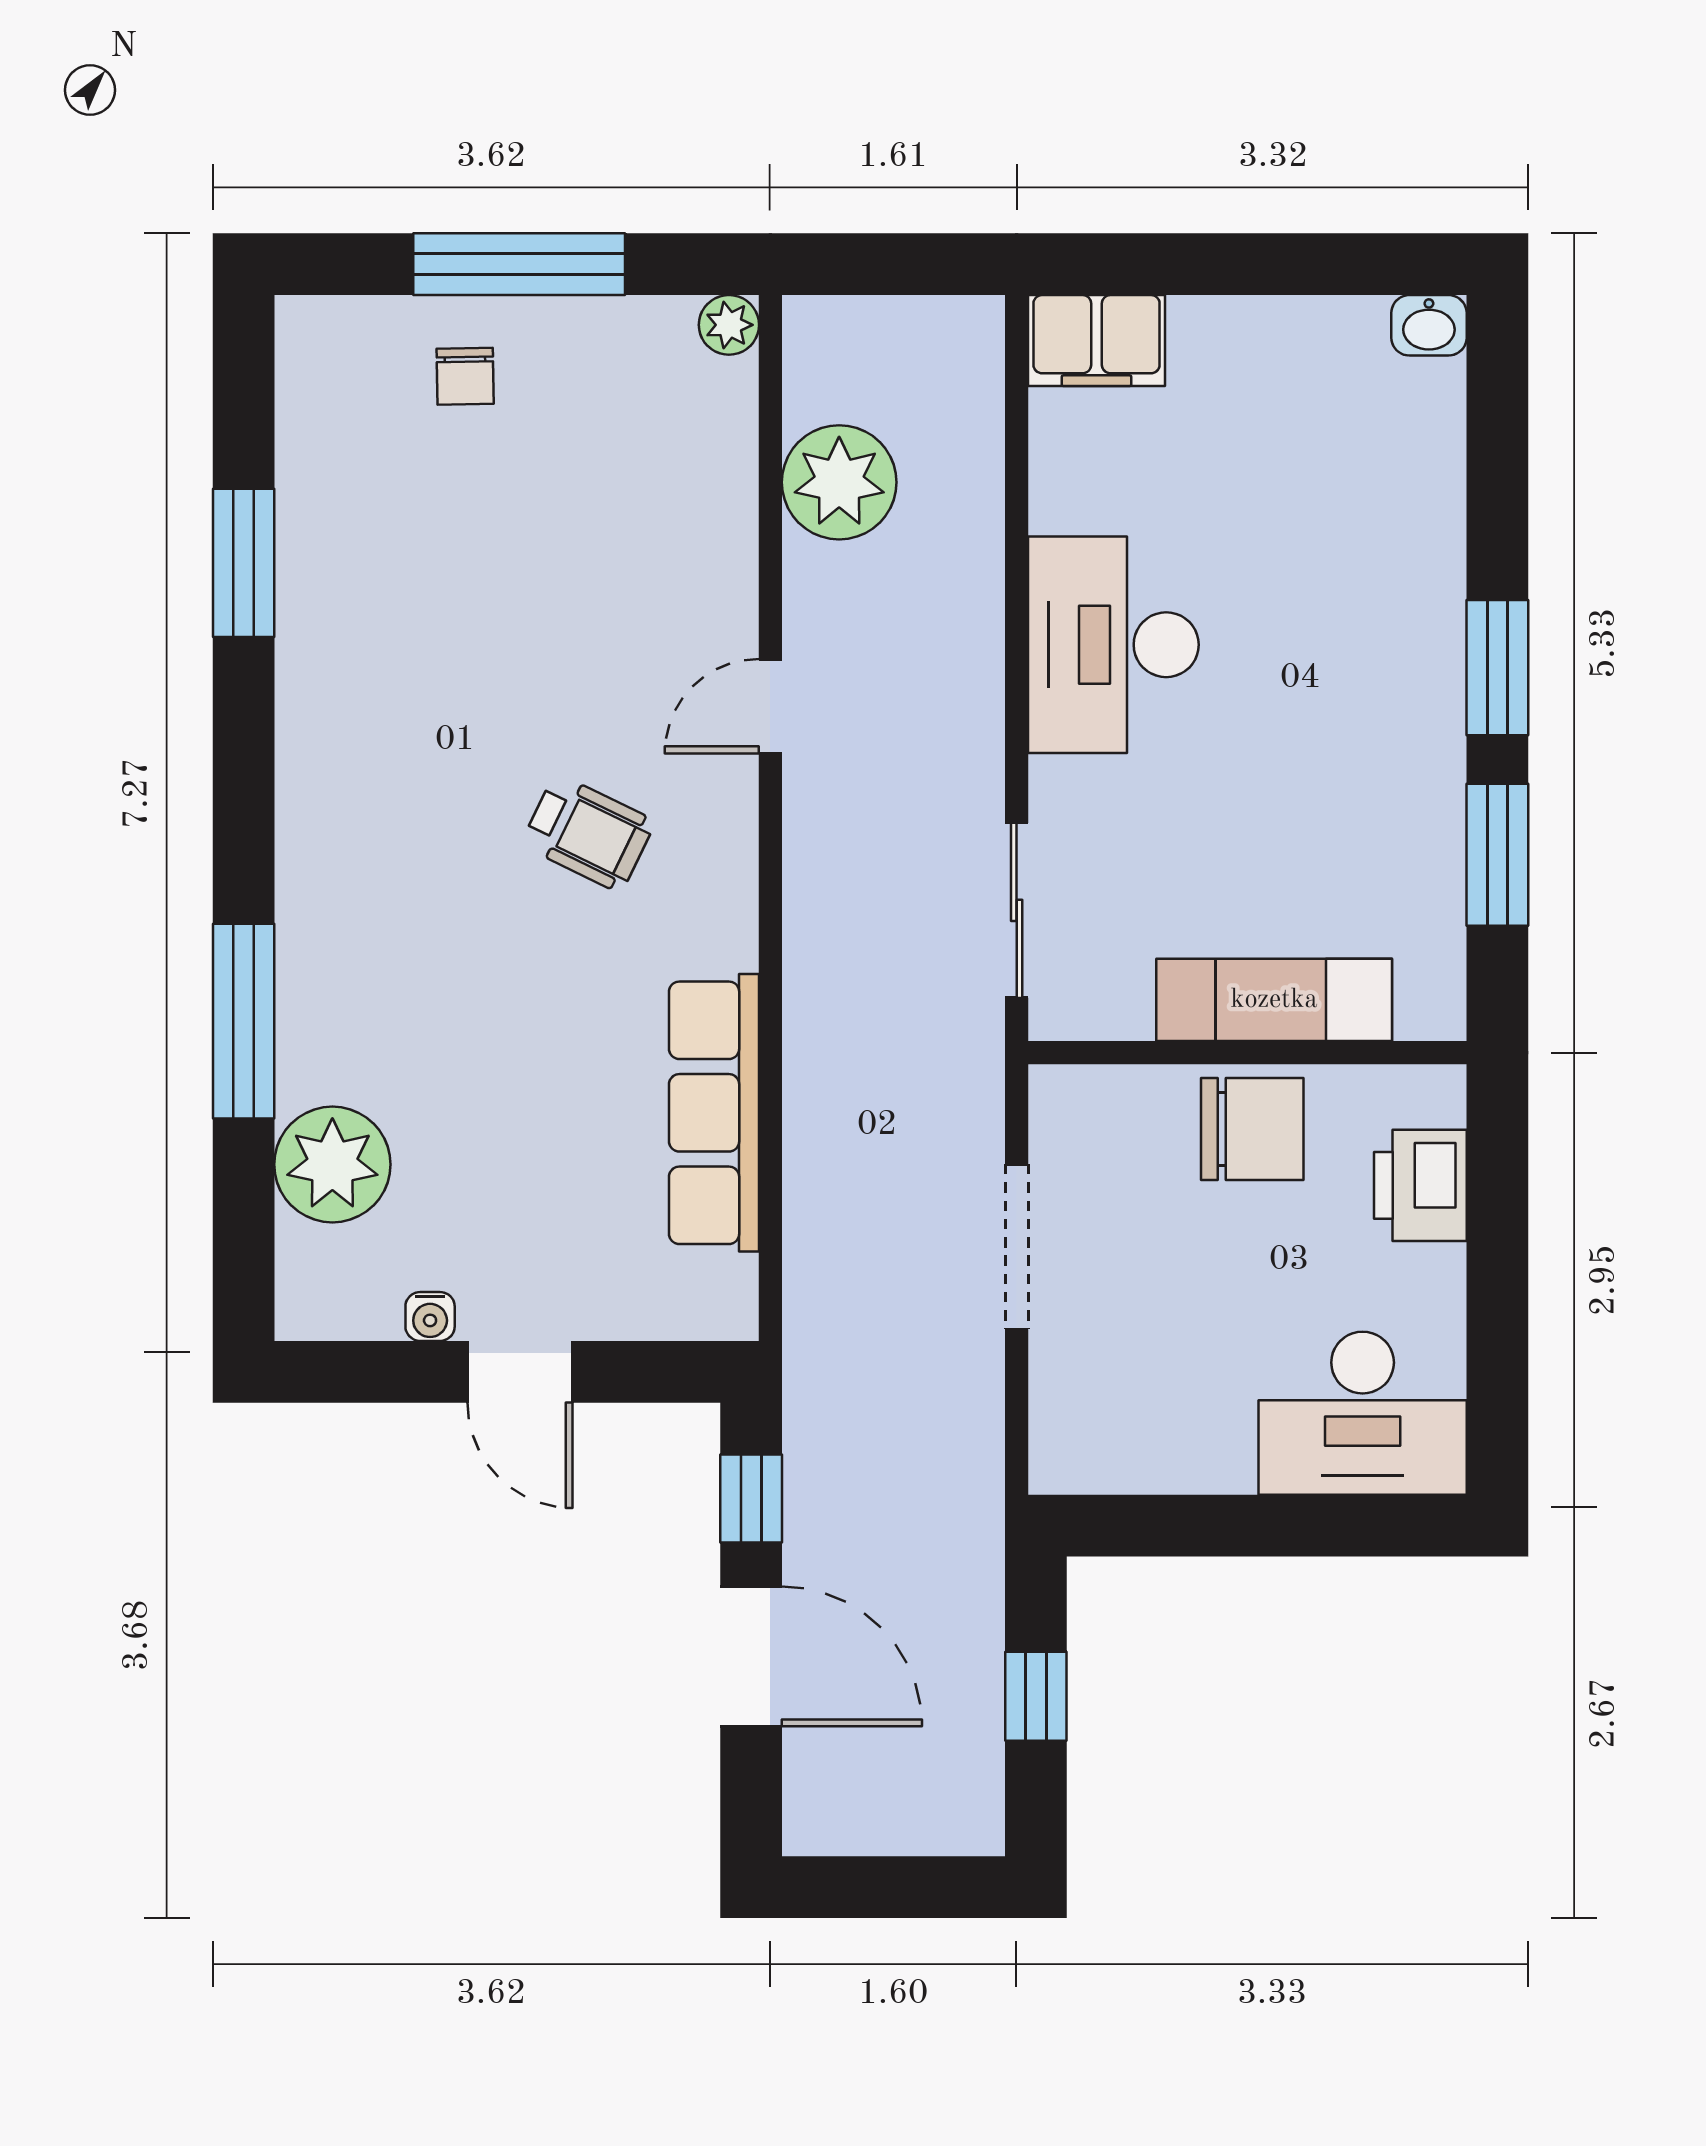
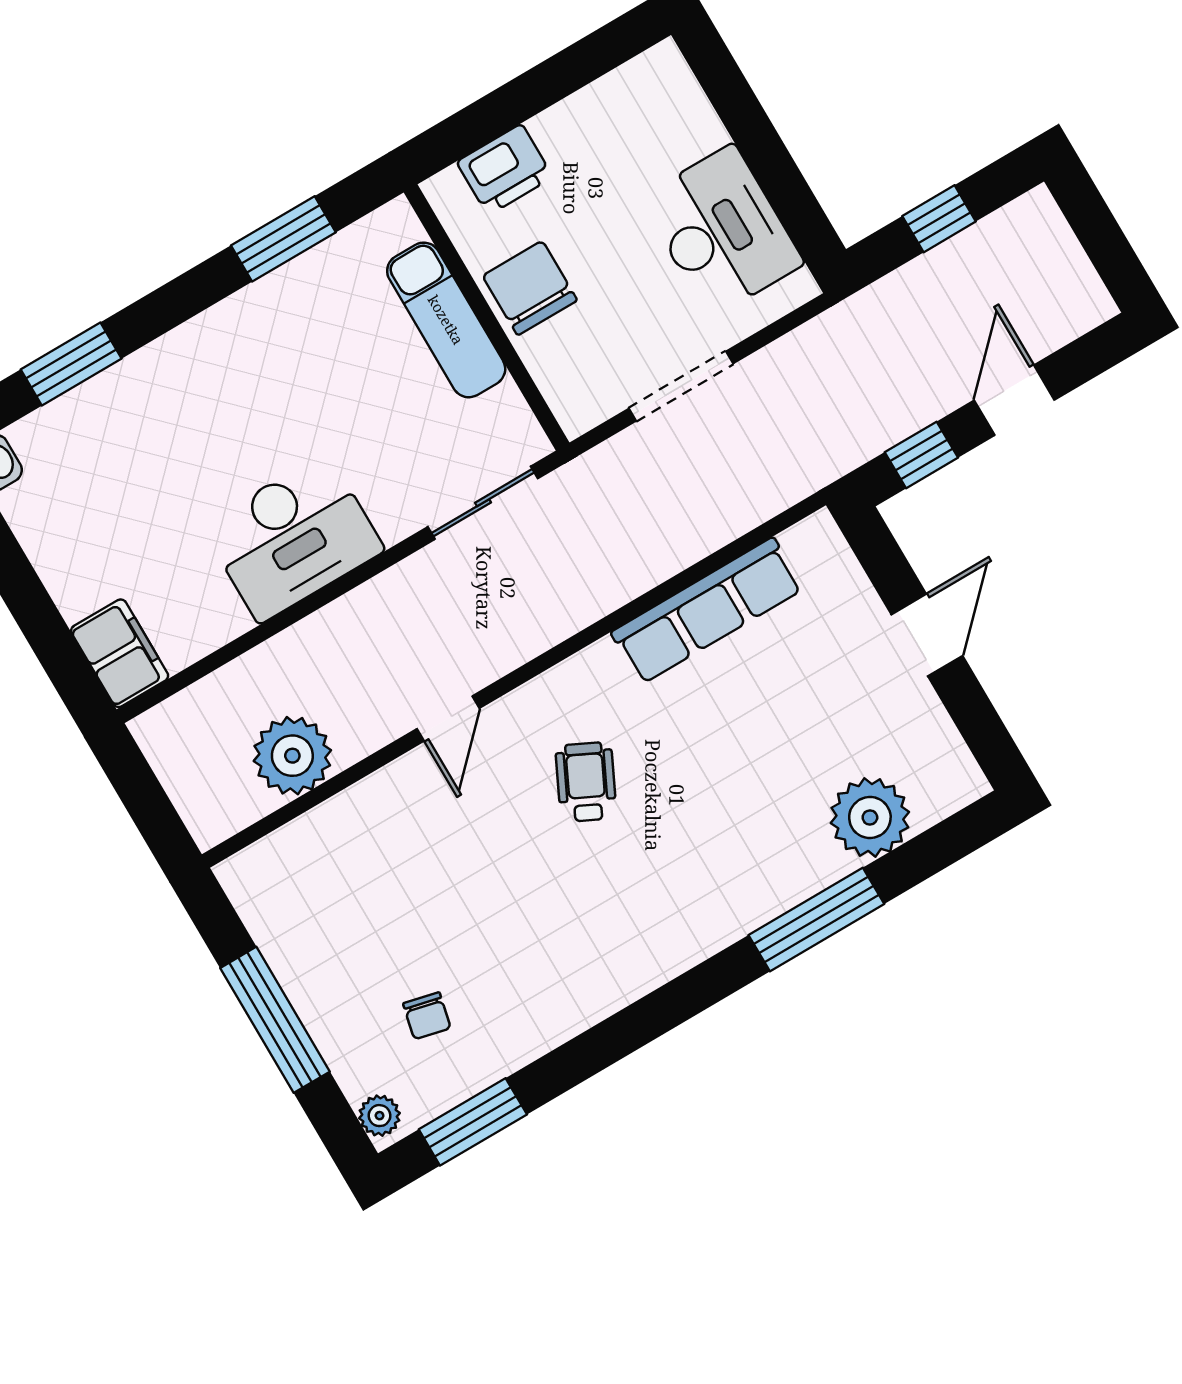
plant: (729, 325) -> (380, 1116), moved
chair: (465, 376) -> (427, 1016), moved, turned 104
window: (244, 563) -> (473, 1122), moved
window: (1497, 668) -> (71, 364), moved
door: (770, 706) -> (448, 718), hinge flipped
water cooler: (430, 1316) -> (926, 707), removed
desk: (1363, 1413) -> (722, 231), moved
door: (751, 1656) -> (1014, 400), width x0.73

